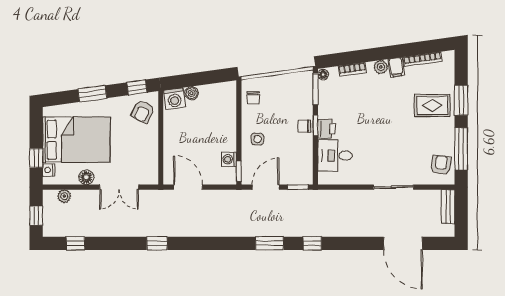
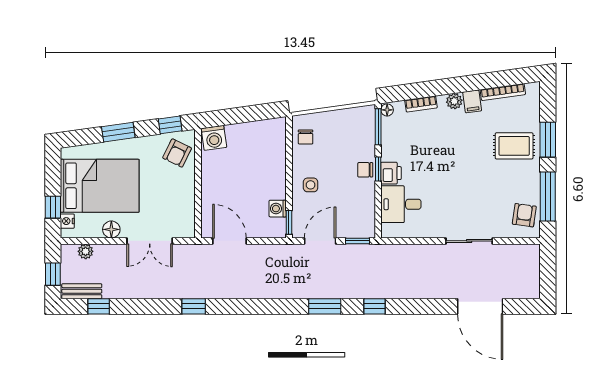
boiler: (192, 93) -> (234, 132), removed
bench: (448, 207) -> (82, 291), moved, turned 90

